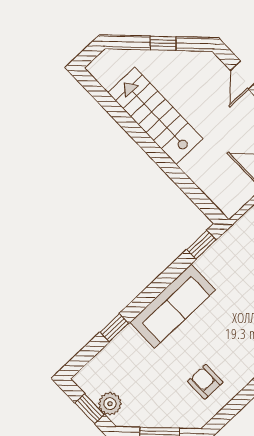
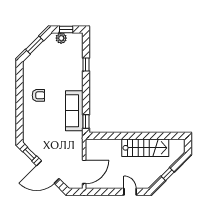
sofa: (173, 306) -> (74, 111), moved
armchair: (205, 382) -> (38, 95), moved

